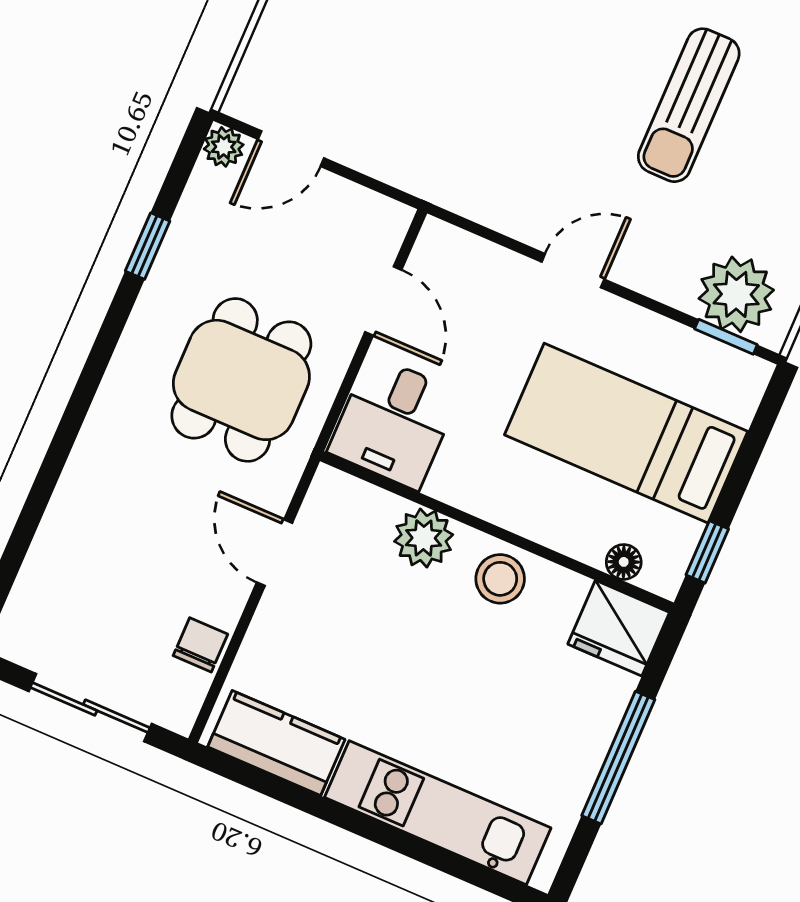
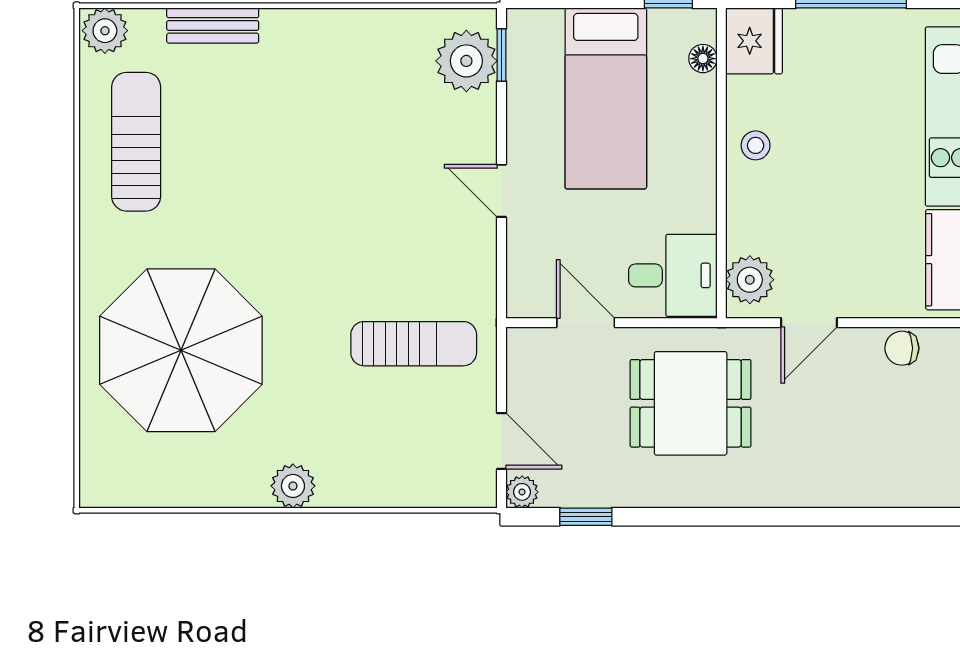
sun lounger: (689, 105) -> (414, 344), moved
window: (148, 246) -> (586, 517), moved
door: (383, 301) -> (586, 323), hinge flipped
plant: (424, 538) -> (750, 280), moved
stool: (500, 579) -> (756, 145), width x0.73, depth x0.73

